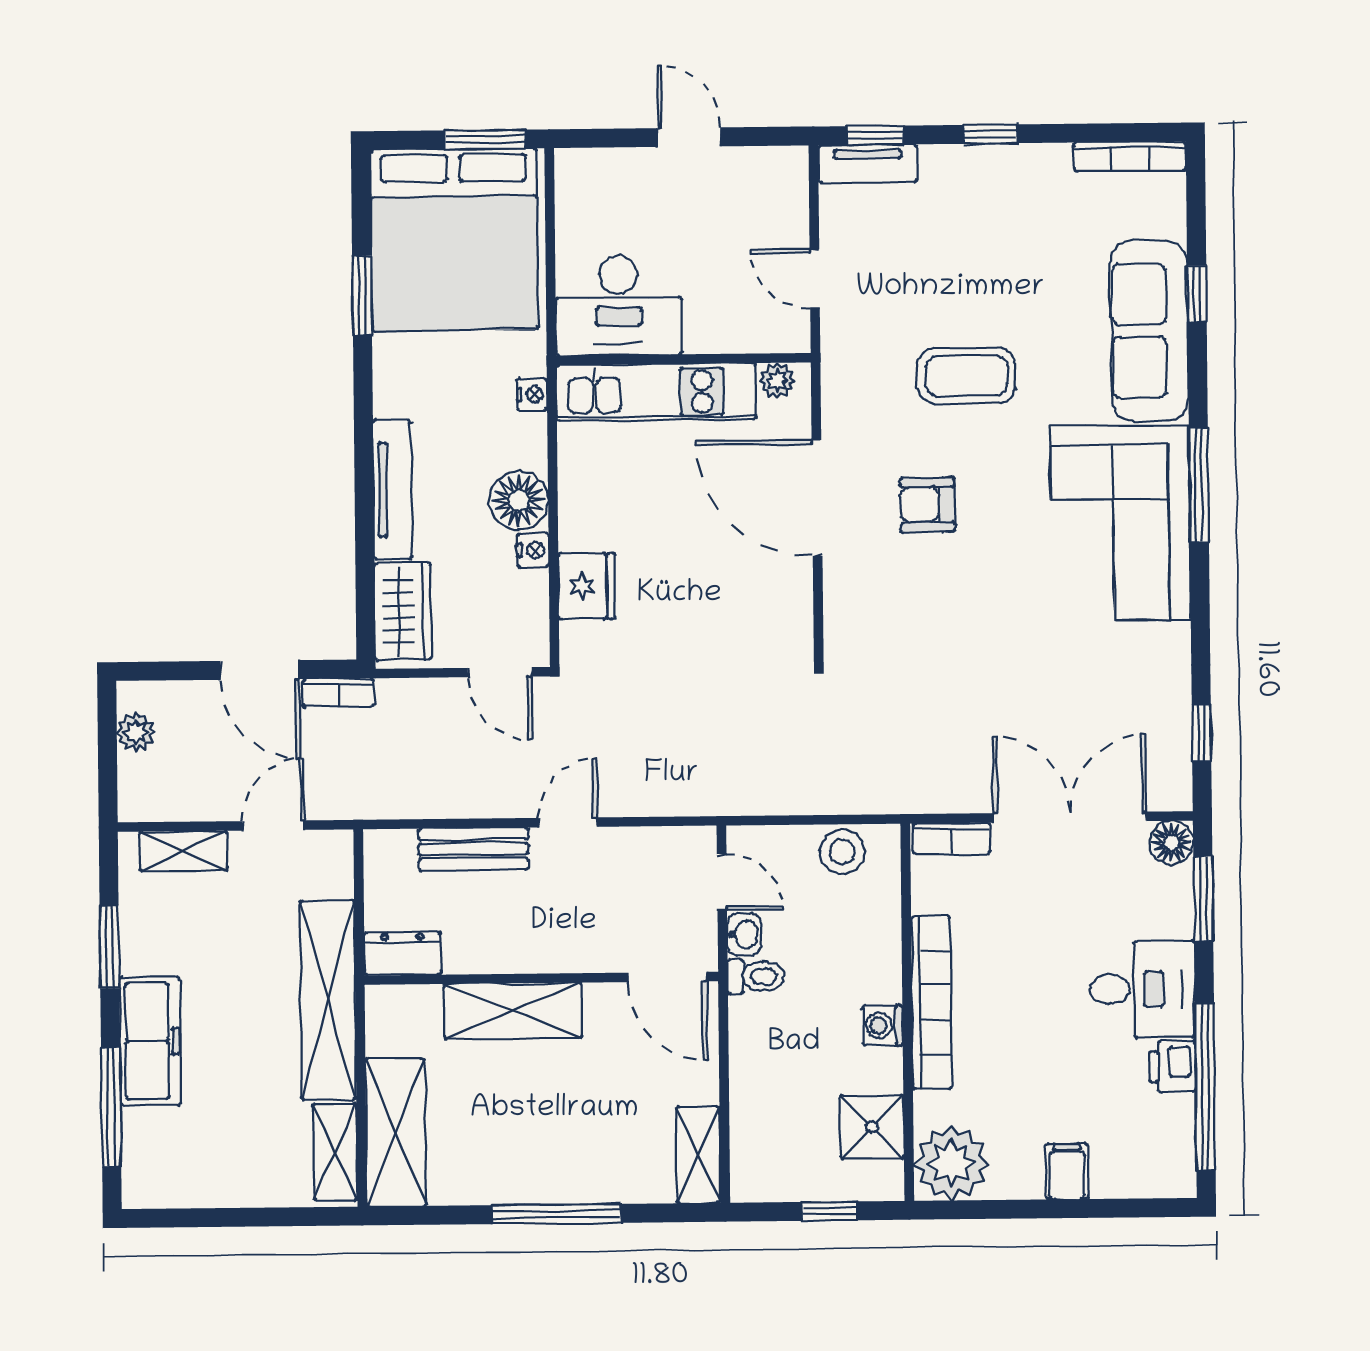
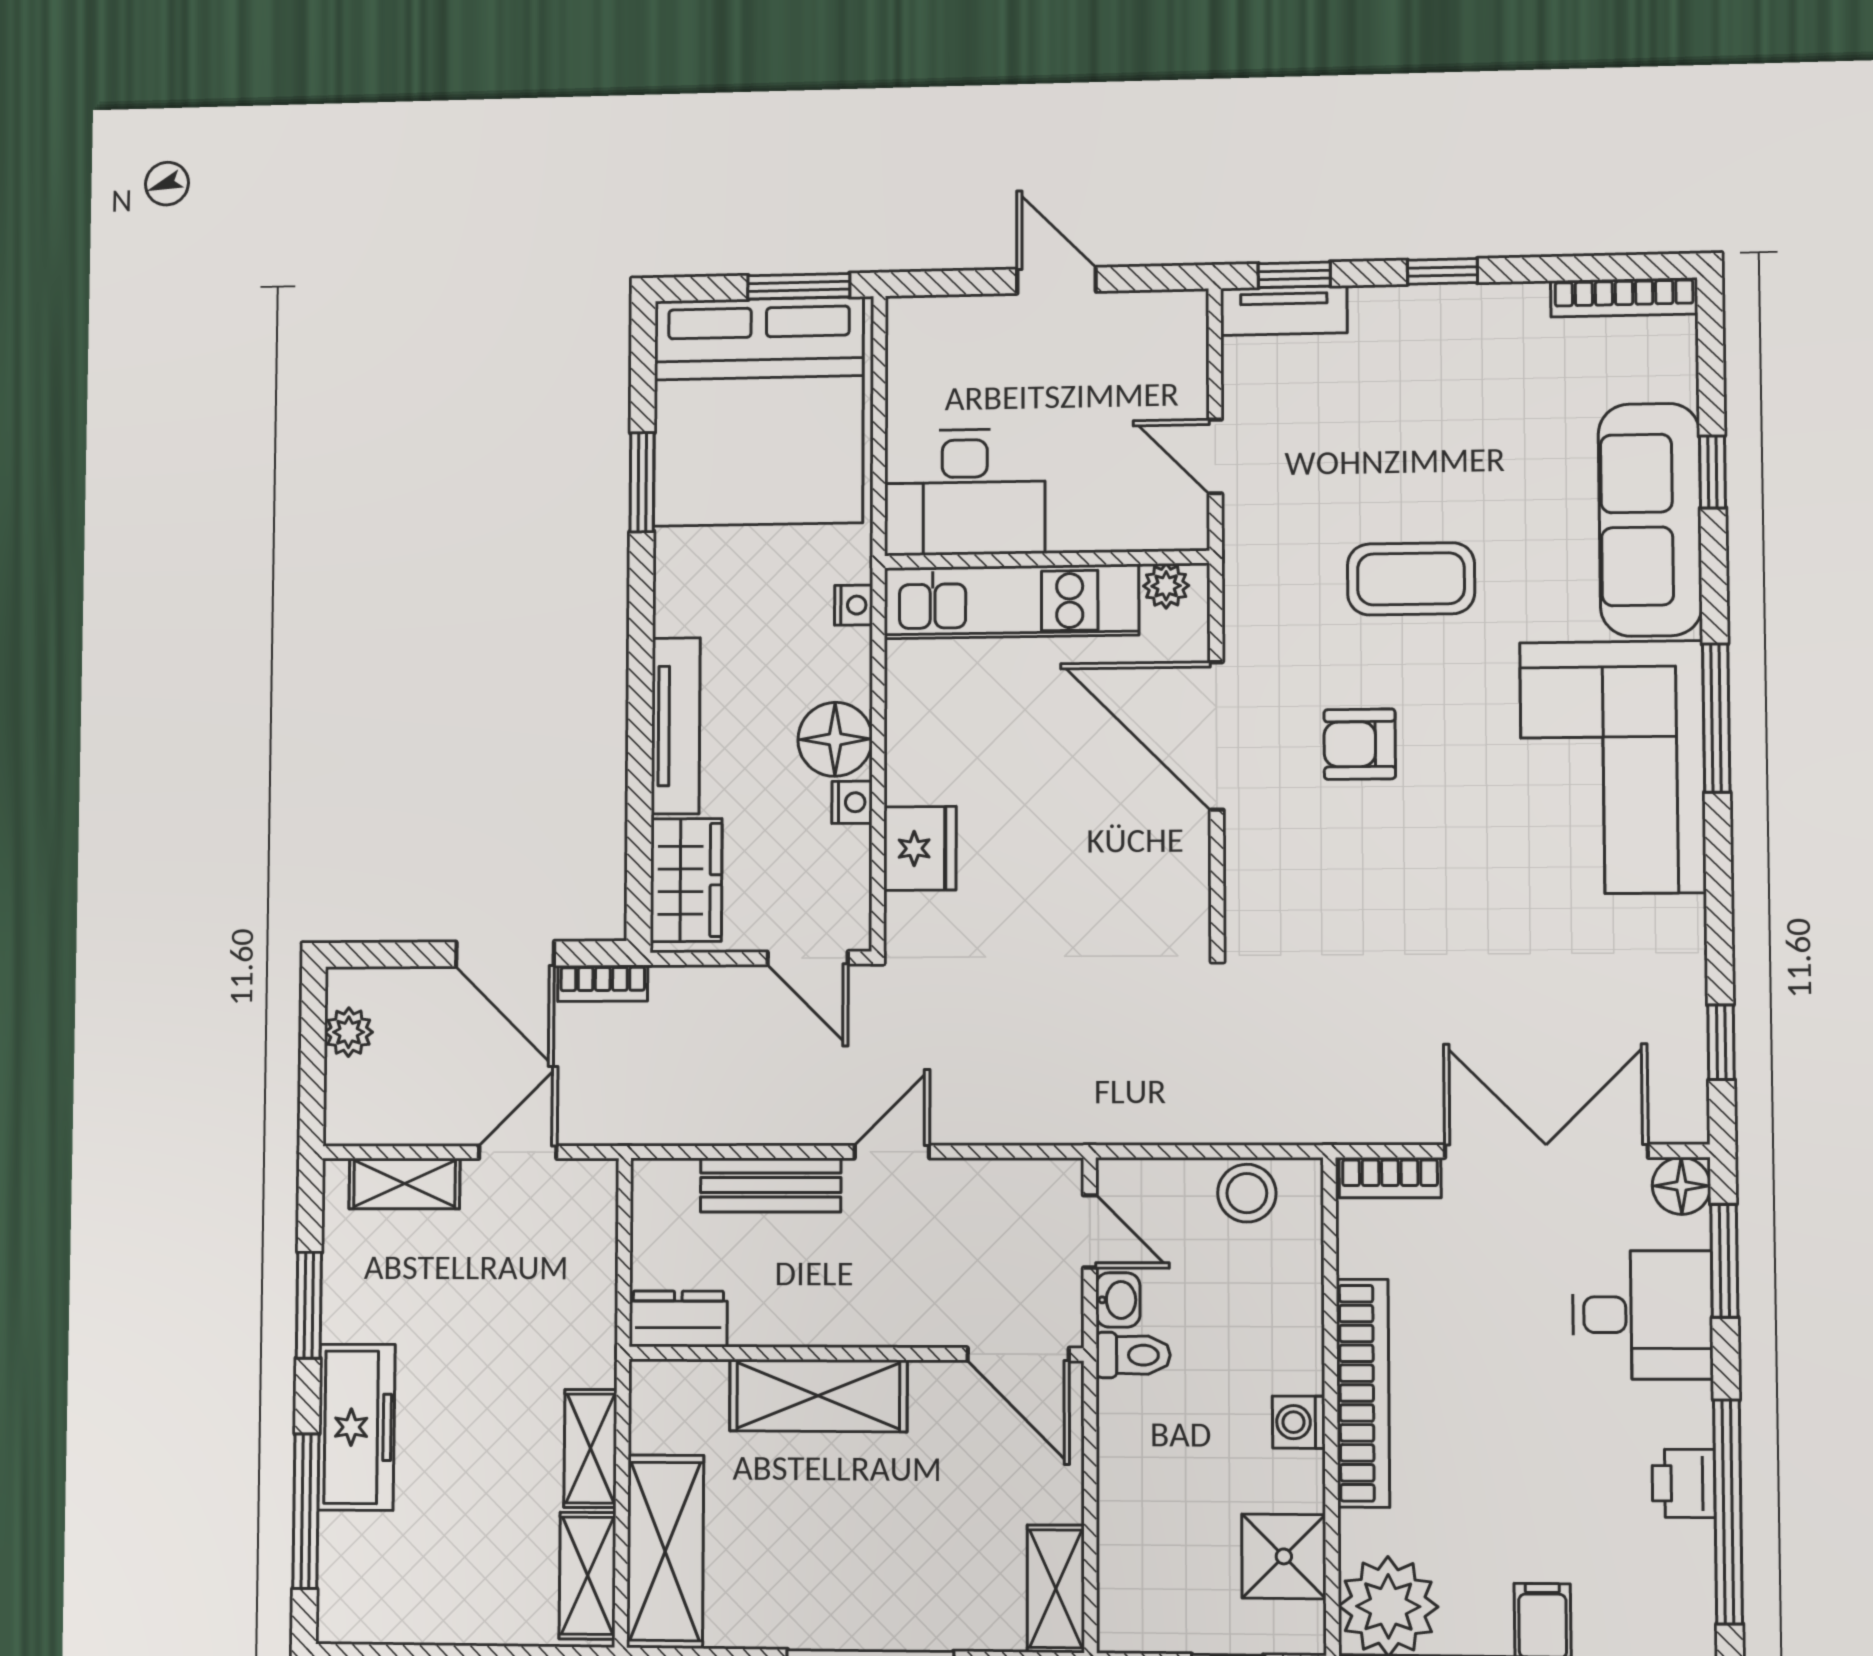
desk: (1142, 989) -> (1642, 1315), moved
shelving: (328, 1000) -> (590, 1448), width x0.45, depth x0.75

